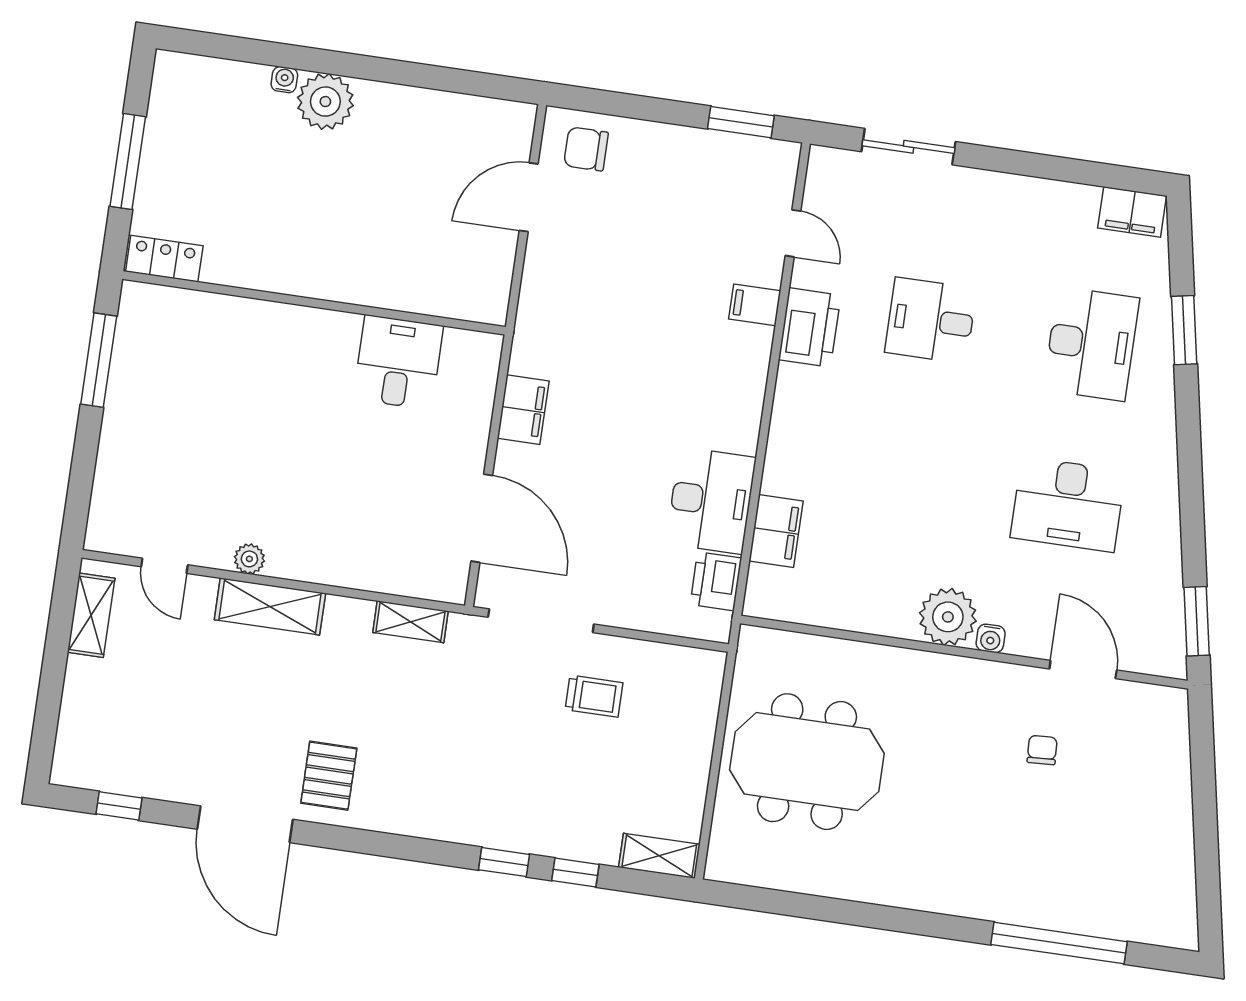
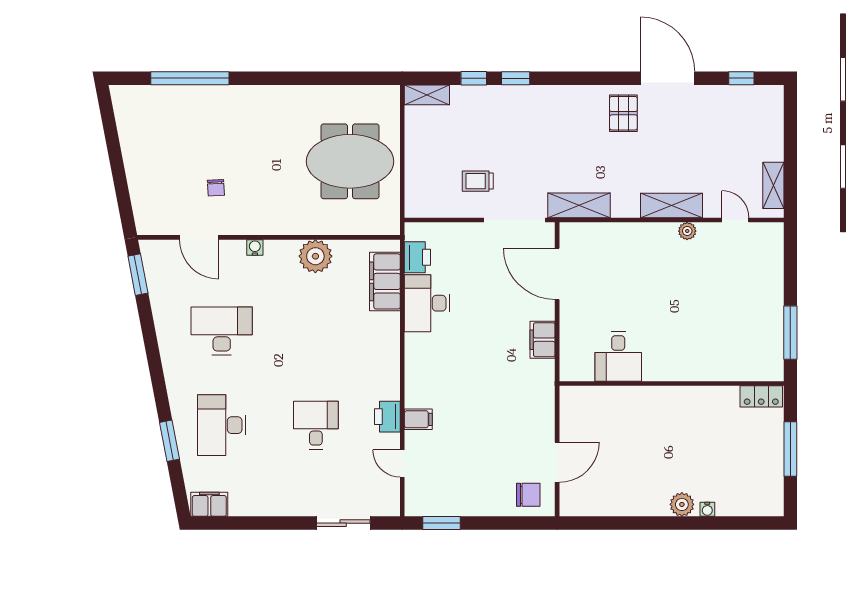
plant: (325, 102) -> (682, 504), width x0.73, depth x0.73
desk: (931, 320) -> (316, 425), turned -90
printer: (810, 327) -> (387, 417), width x0.73, depth x0.84
filing cabinet: (776, 531) -> (385, 281), width x1.50, depth x1.17
plant: (948, 617) -> (315, 256), moved
shelving: (410, 622) -> (579, 205), width x1.50, depth x1.33

